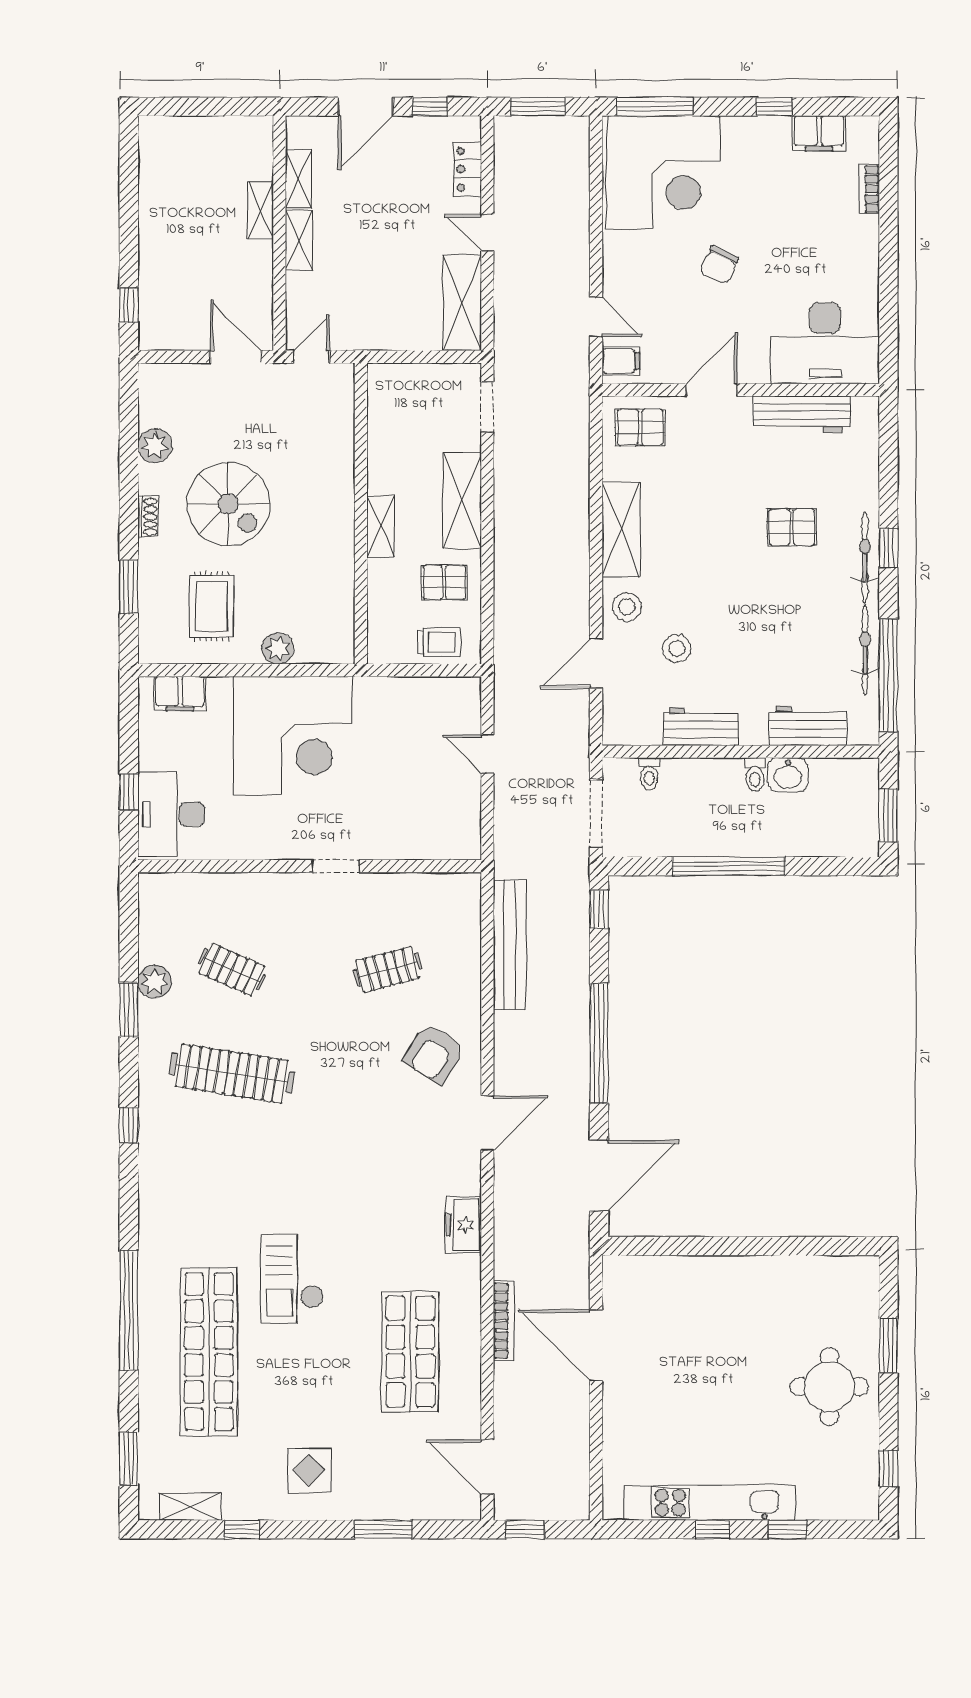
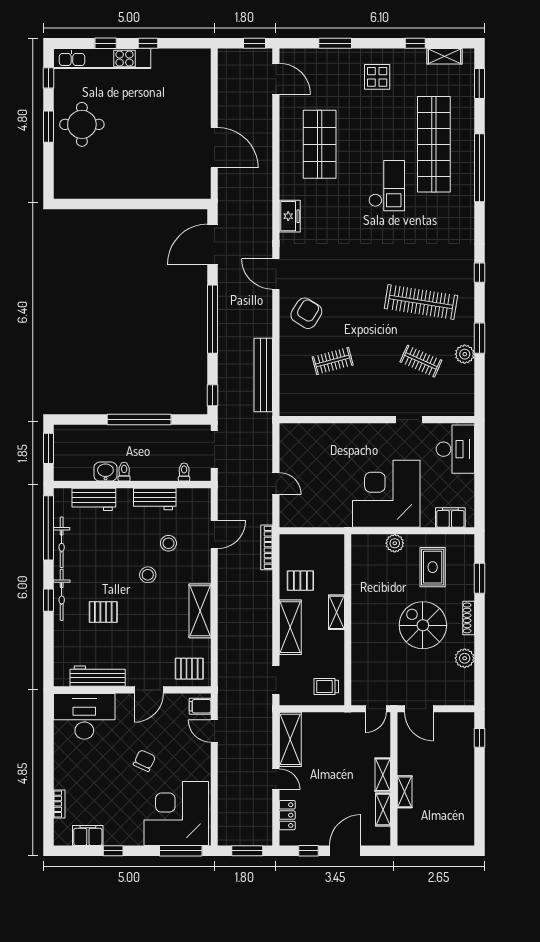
shoe rack: (148, 517) -> (469, 618), width x1.43
stool: (627, 607) -> (148, 575), moved
trolley: (439, 642) -> (326, 687), moved
window: (129, 792) -> (479, 462), removed
doorway: (336, 866) -> (409, 420), moved
door: (487, 1123) -> (276, 274), hinge flipped
bookcase: (504, 1321) -> (267, 547), moved
window: (888, 1345) -> (48, 127), moved
kitchen unit: (710, 1503) -> (102, 58), moved

